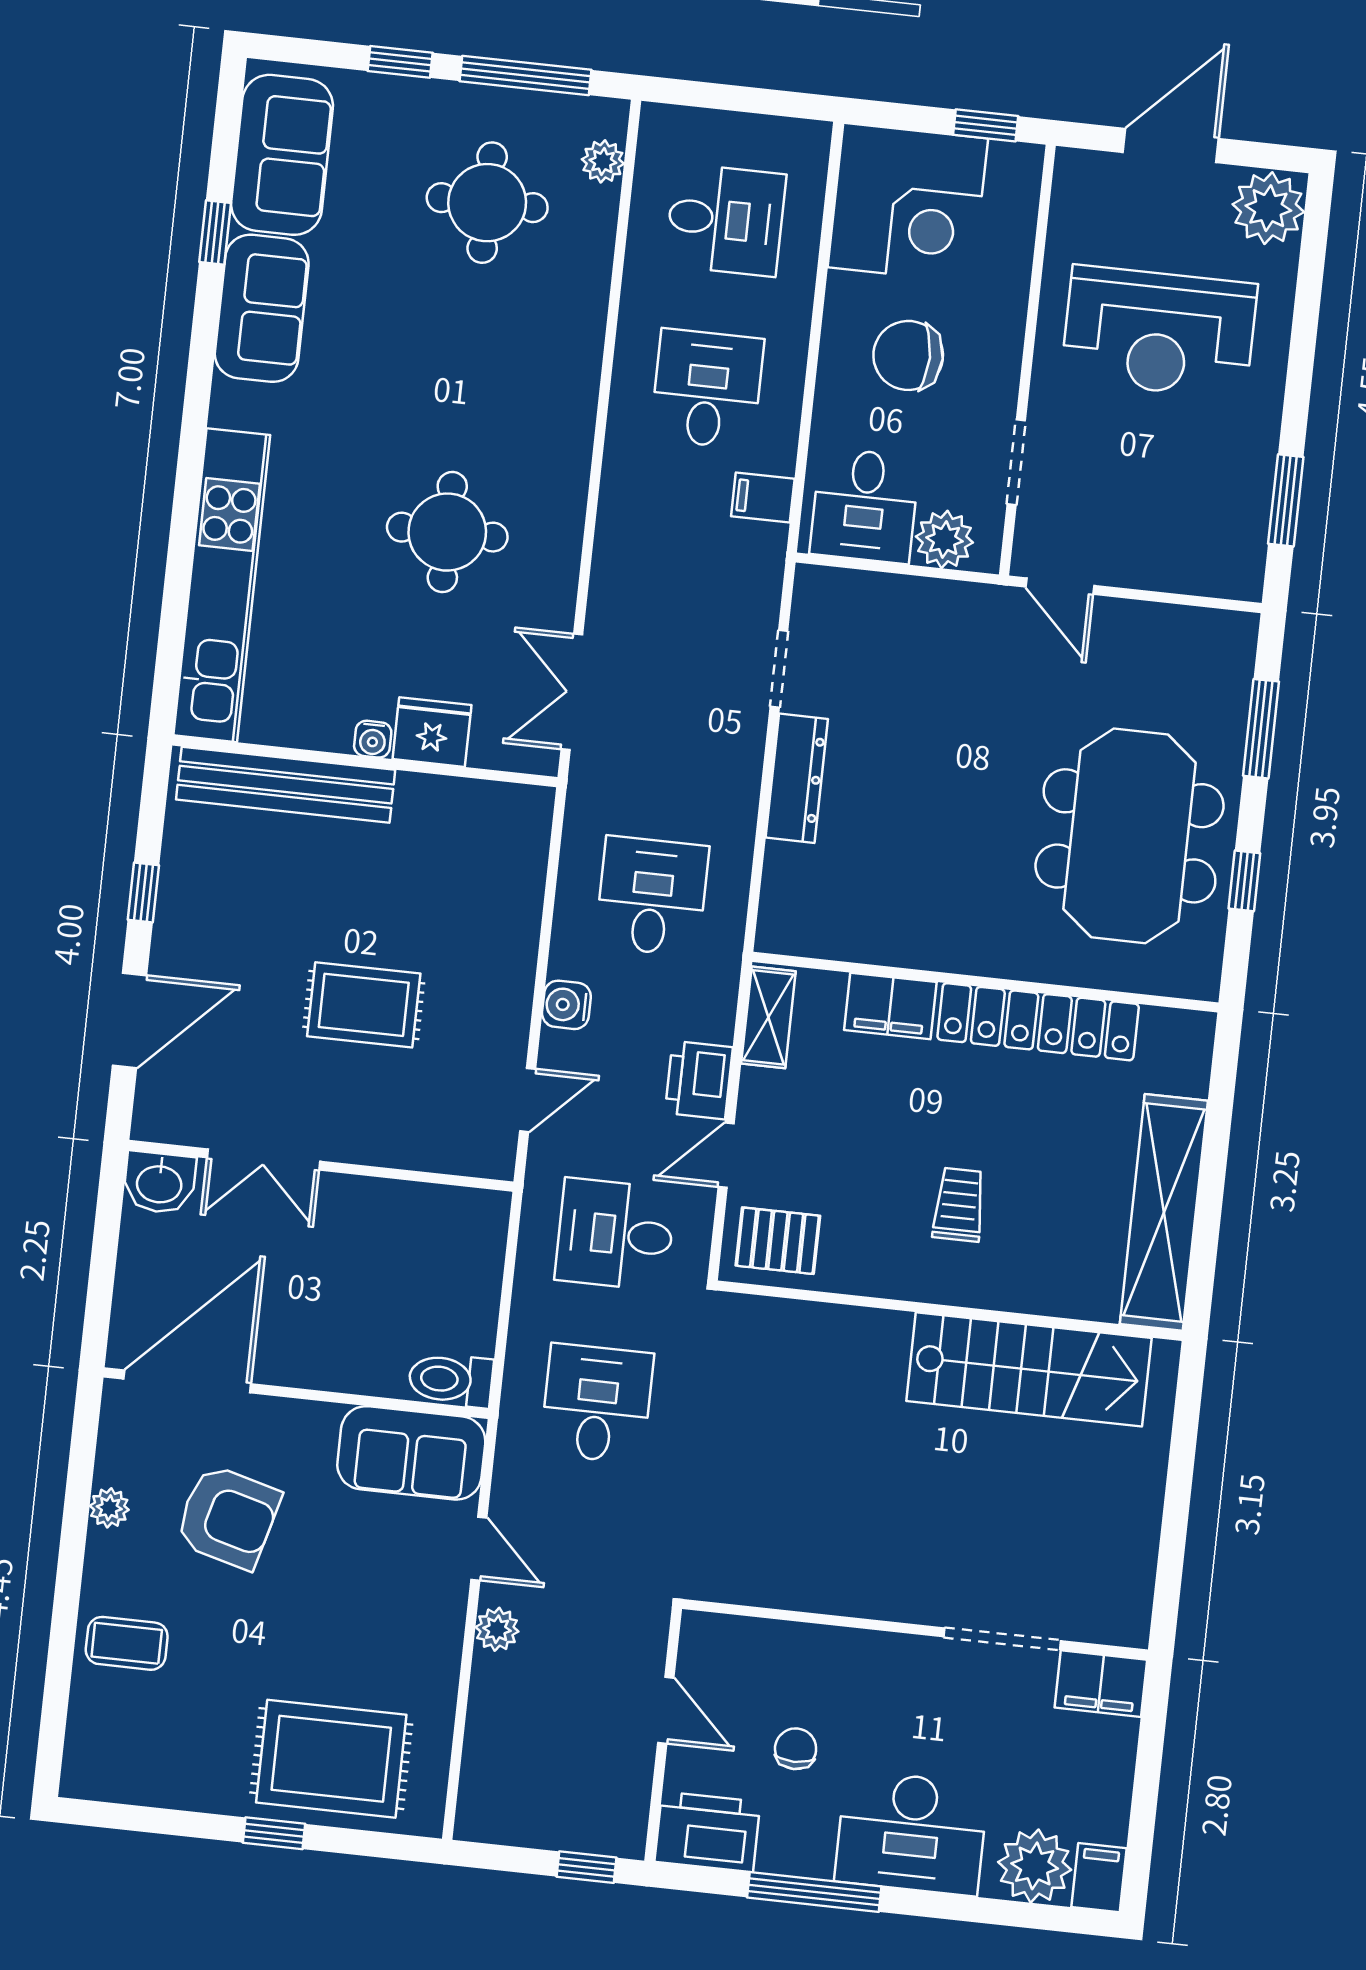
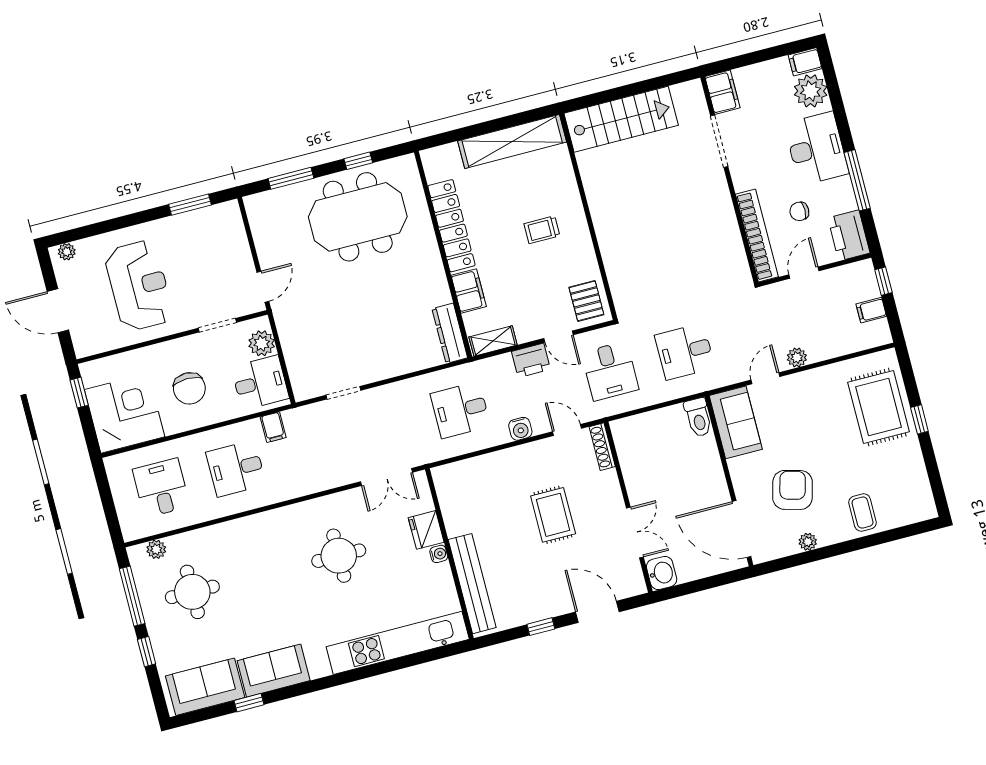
plant: (1268, 208) -> (67, 252), width x0.53, depth x0.53
dresser: (797, 778) -> (450, 333), moved, turned -90
shoe rack: (466, 1159) -> (602, 447), added
stairs: (1029, 1369) -> (621, 119), moved, turned 90
bookcase: (779, 1642) -> (757, 236), added
filing cabinet: (536, 1820) -> (871, 310), added

